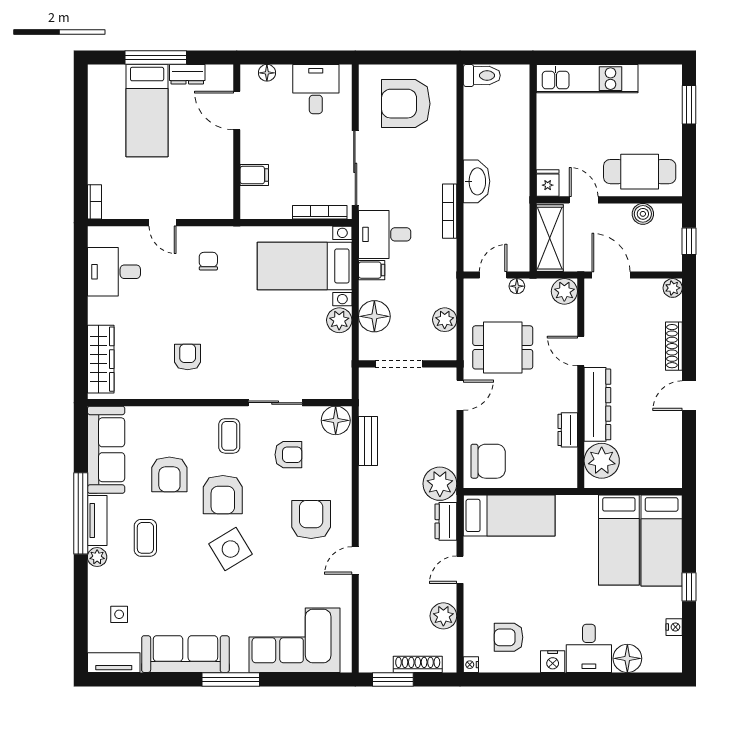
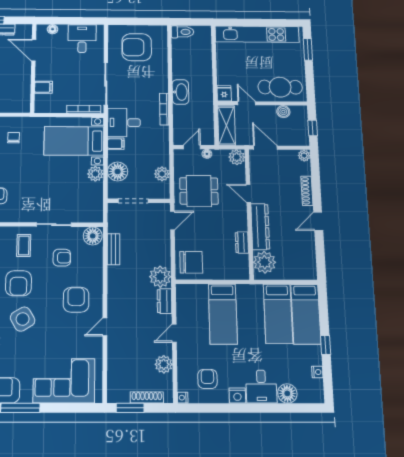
kitchen unit: (587, 79) -> (257, 34), width x1.36
bed: (509, 515) -> (223, 314), moved, turned 90
armchair: (509, 637) -> (207, 379), turned 90

